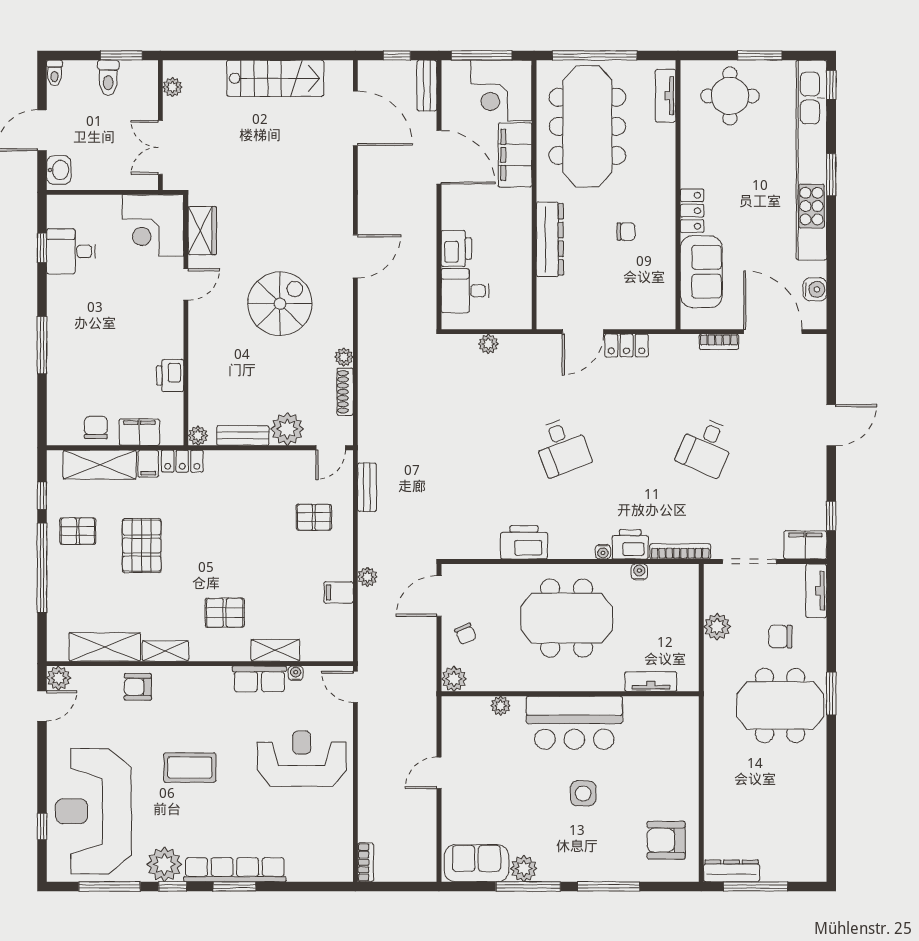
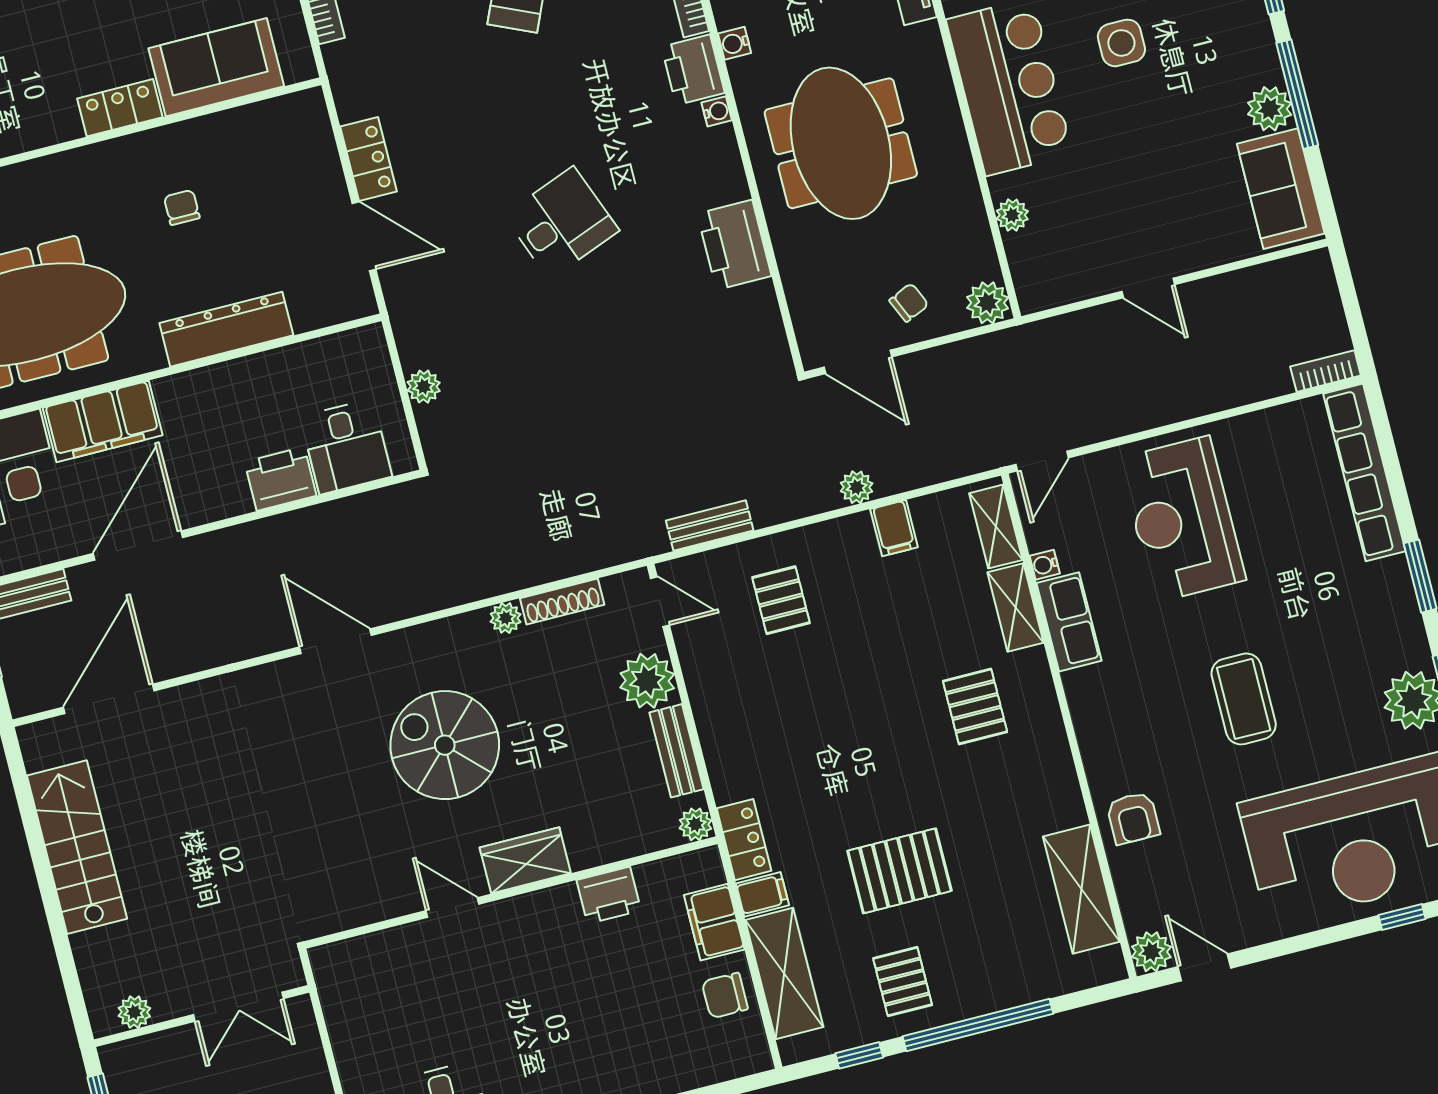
corner desk: (153, 225) -> (370, 986), removed
wardrobe: (202, 231) -> (525, 860), moved
shelving: (165, 651) -> (996, 527), moved
row of seats: (235, 870) -> (1364, 472), moved

